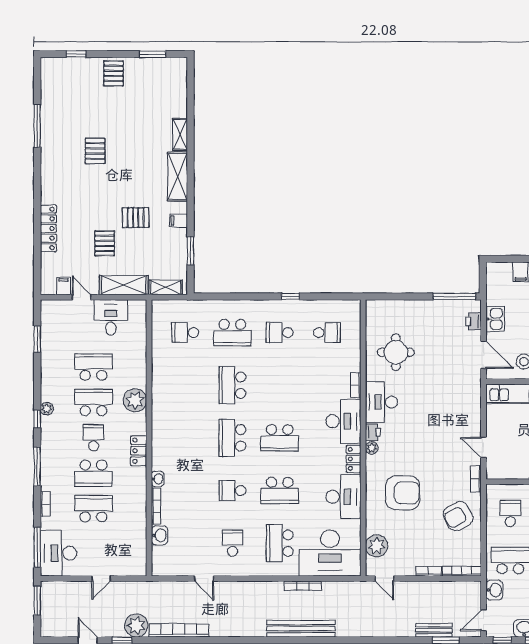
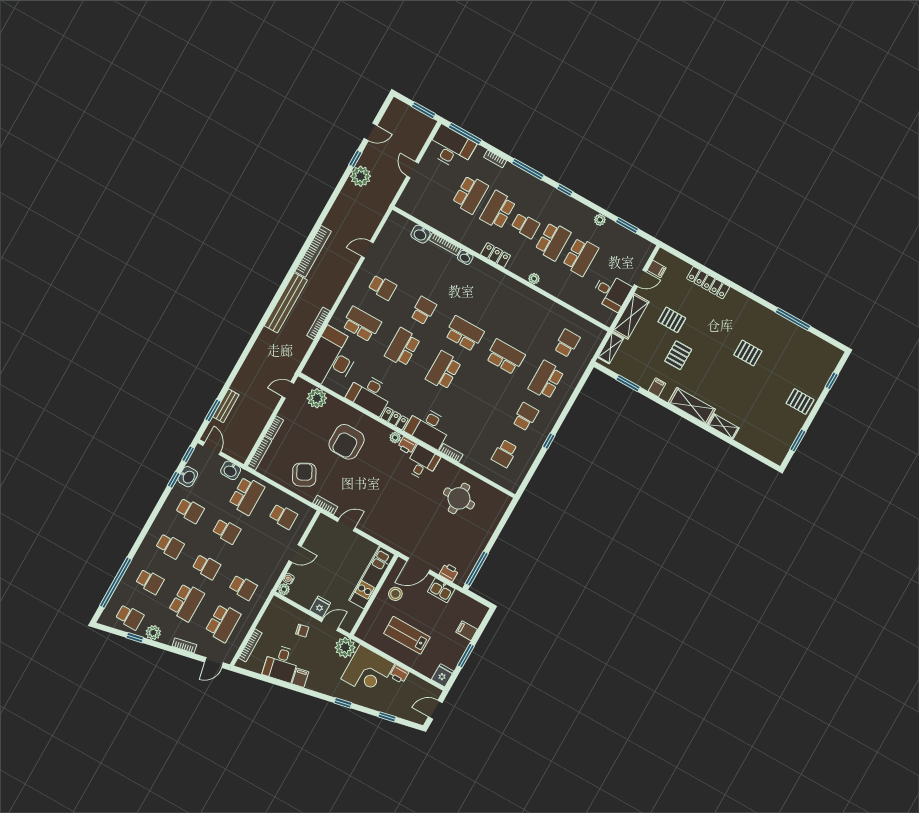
plant: (135, 400) -> (534, 279), width x0.53, depth x0.53
desk: (382, 402) -> (422, 463), width x0.73
plant: (47, 409) -> (600, 220), moved
bookcase: (179, 630) -> (313, 251), moved

